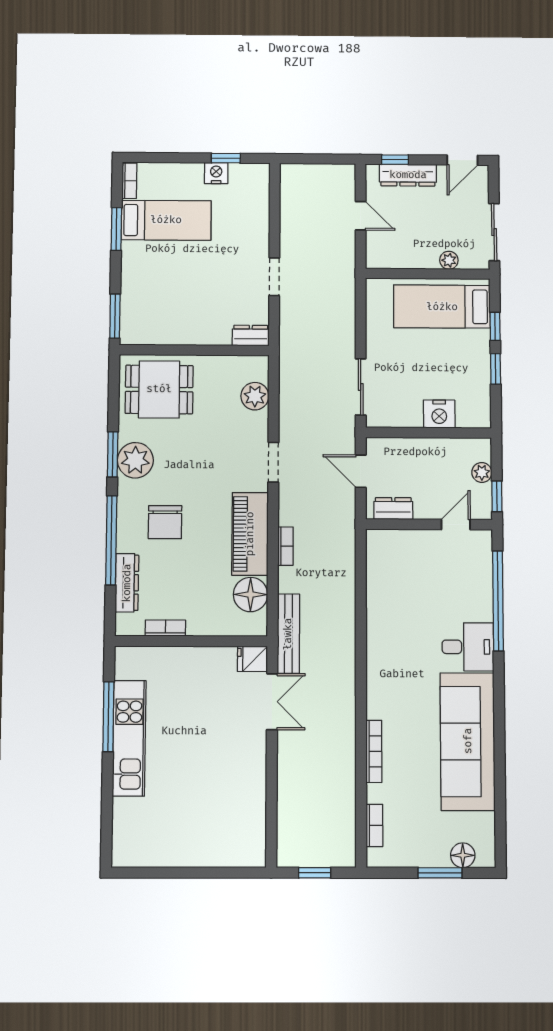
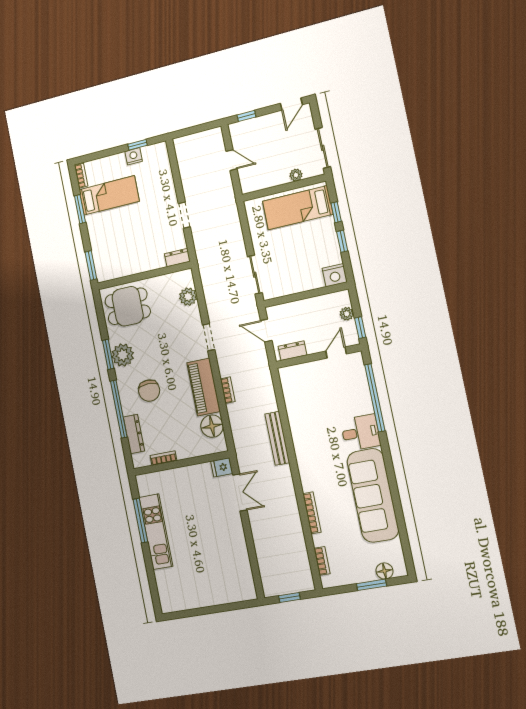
dresser: (408, 175) -> (257, 124), removed
nightstand: (439, 414) -> (335, 275), moved
bench: (288, 634) -> (277, 438), moved

